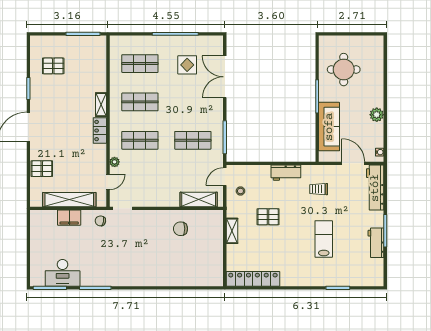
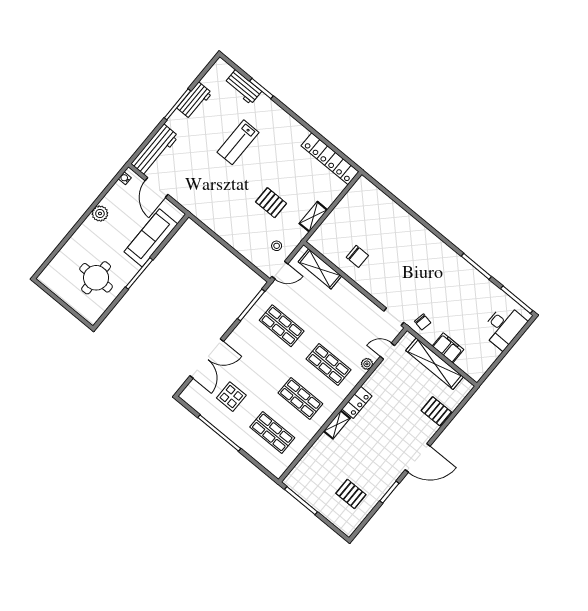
workbench: (286, 173) -> (243, 87), moved, turned 180
trolley: (319, 189) -> (206, 190), removed
desk: (63, 273) -> (504, 327), moved, turned 90

